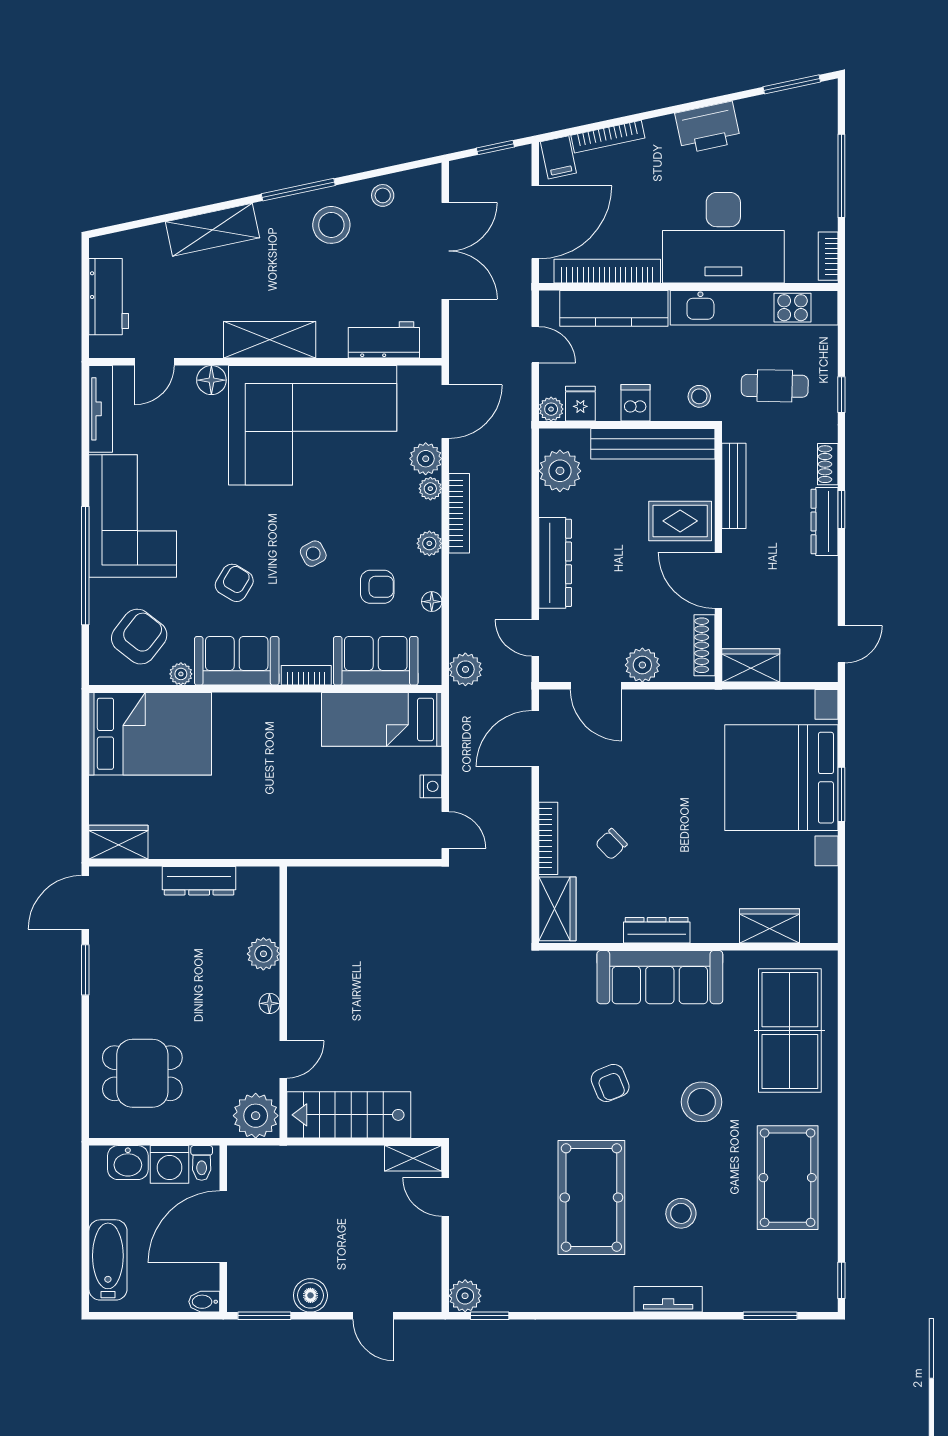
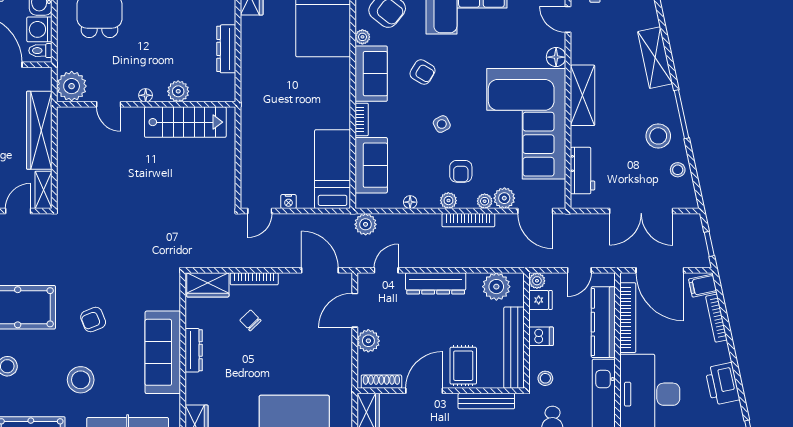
armchair: (377, 587) -> (461, 171), moved
stairs: (349, 1115) -> (185, 122), moved, turned 90
wardrobe: (323, 1165) -> (39, 130), added

